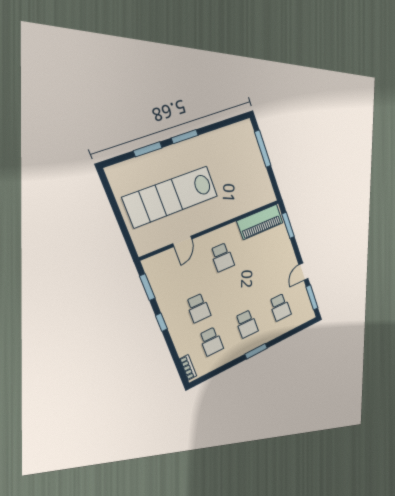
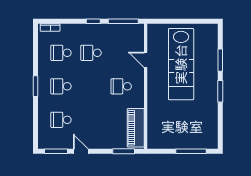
lab bench: (171, 197) -> (181, 64), turned 180
window: (147, 287) -> (123, 21), width x1.44

